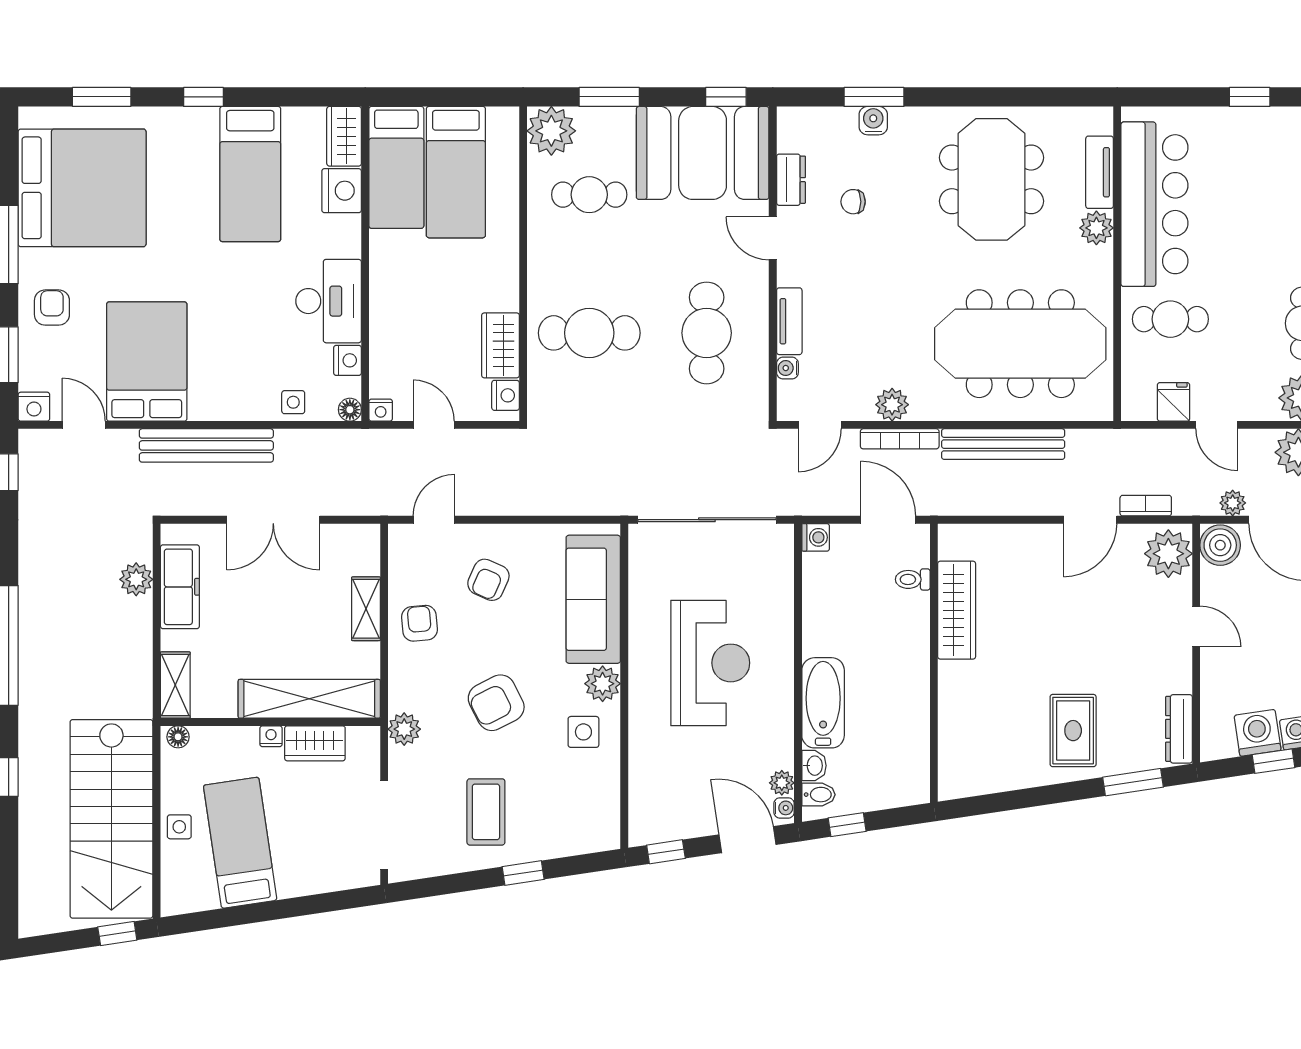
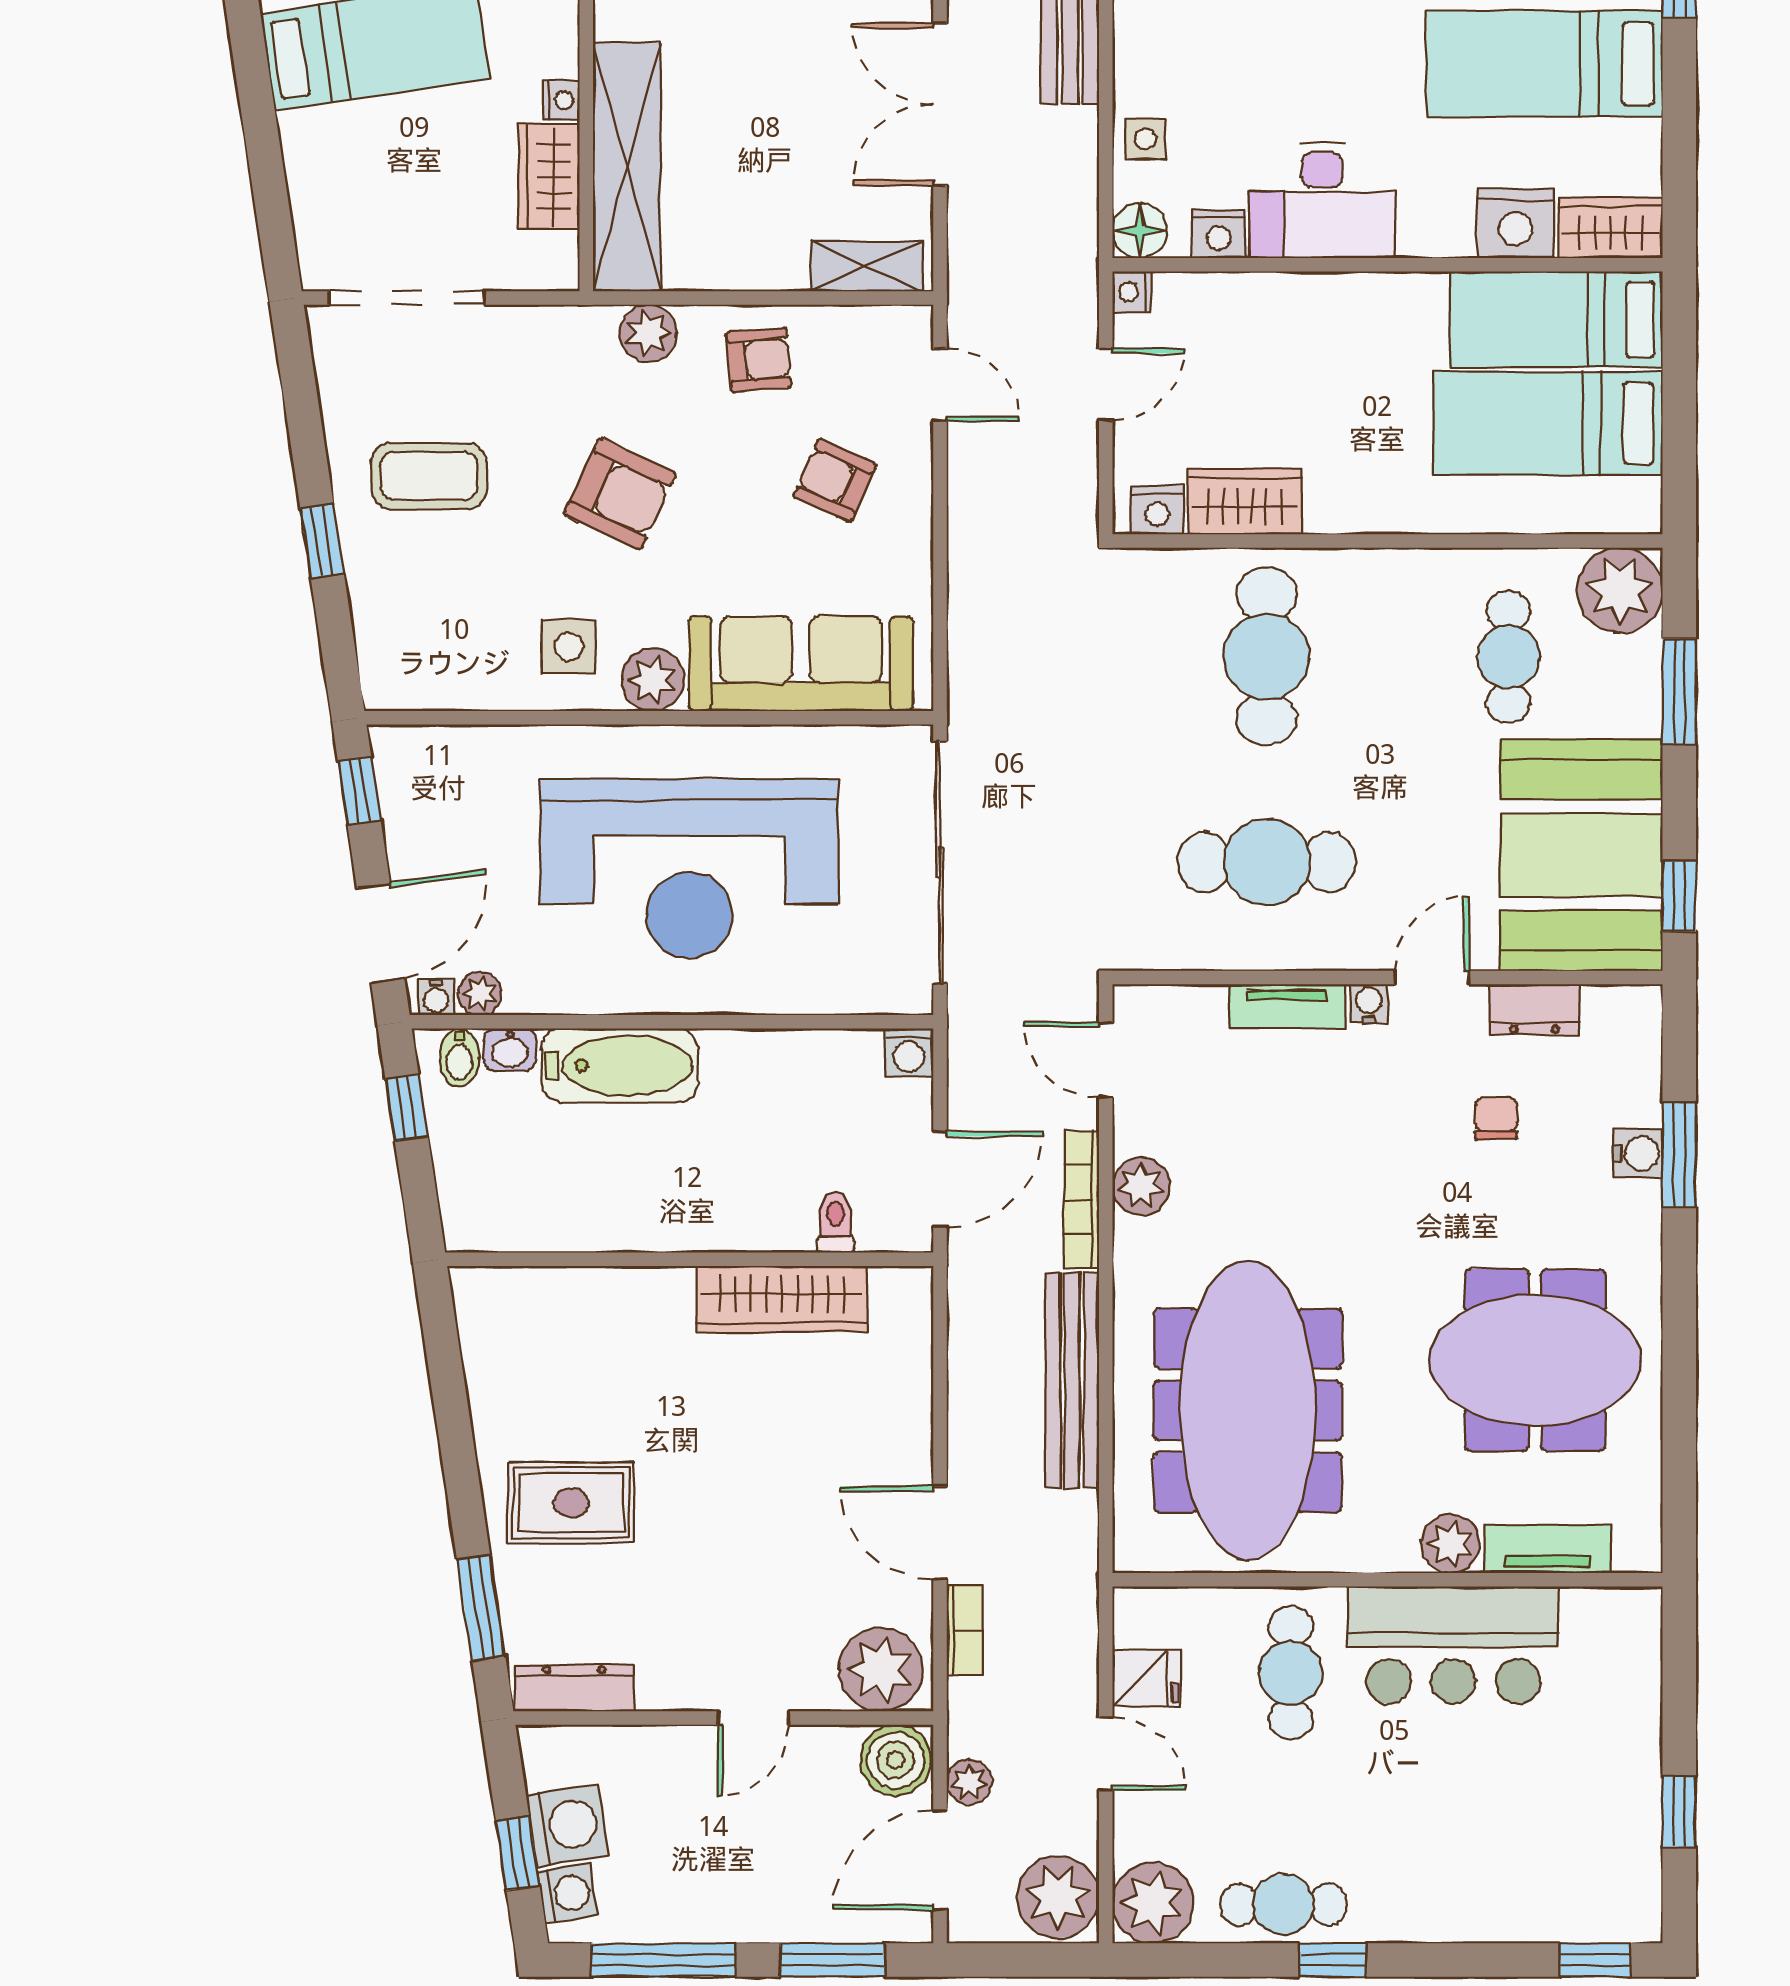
bar counter: (1154, 204) -> (1453, 1645), width x0.73
water cooler: (787, 368) -> (1369, 1003), moved
floor lamp: (350, 410) -> (1140, 231), width x1.37, depth x1.37
door: (1217, 425) -> (1106, 1754), swing flipped
shelving: (366, 609) -> (867, 266), moved
reception desk: (710, 663) -> (689, 868), width x1.36, depth x1.30
armchair: (496, 703) -> (620, 494), turned 142
plant: (404, 729) -> (648, 333), moved

